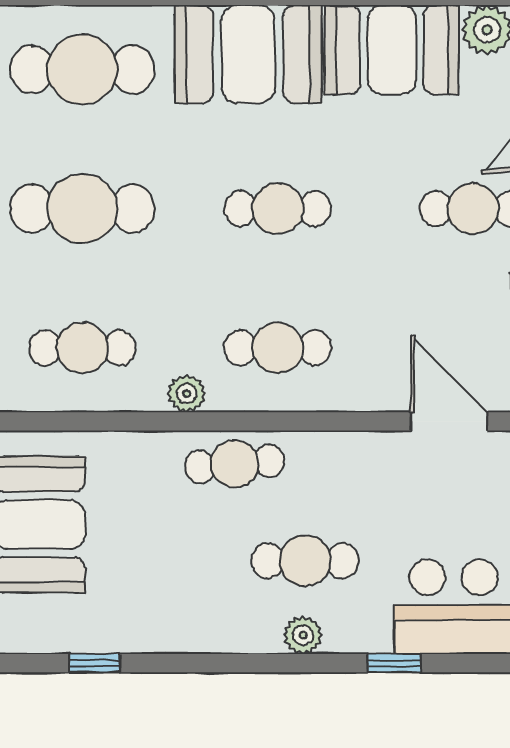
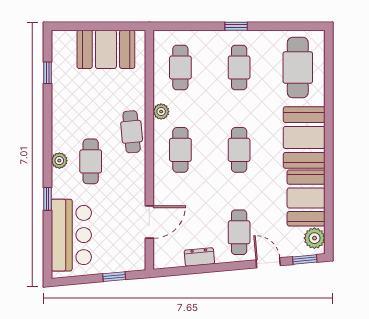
cafe table: (82, 209) -> (239, 67), width x0.73, depth x0.74

